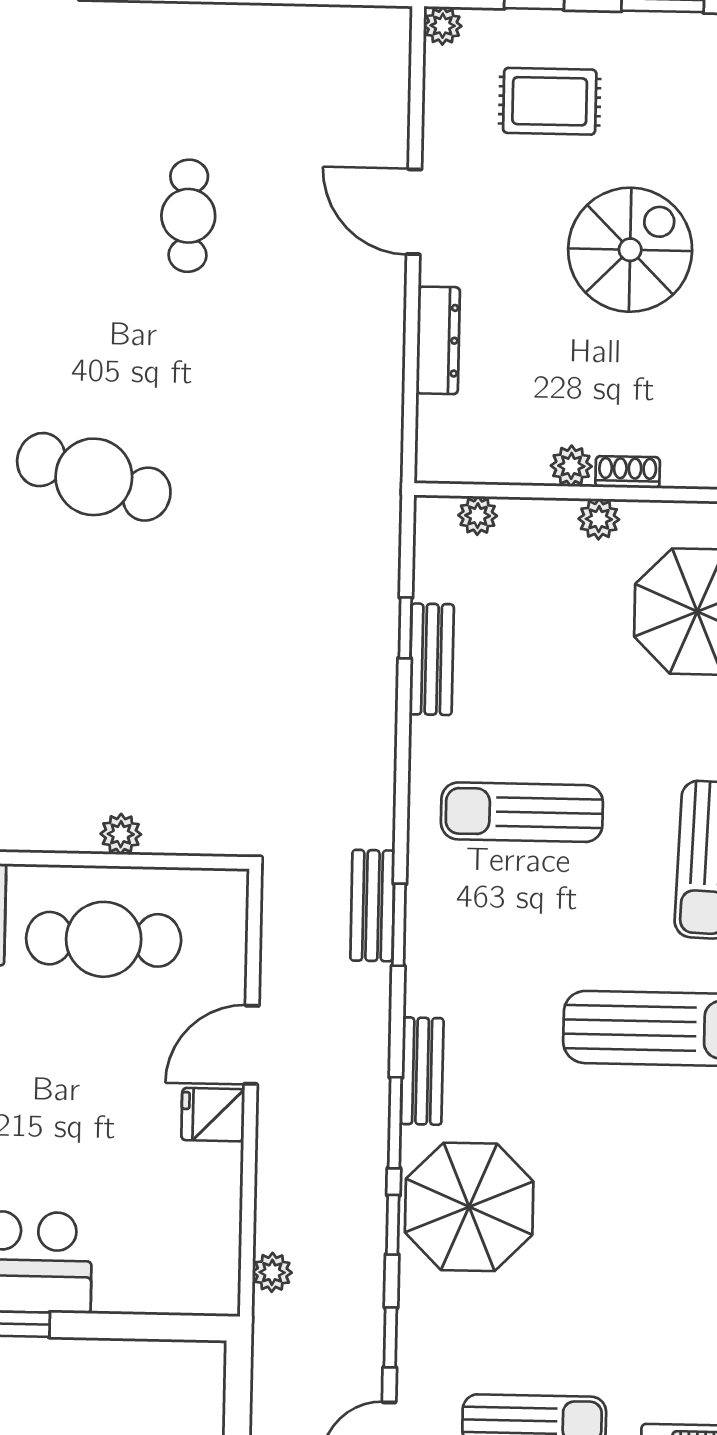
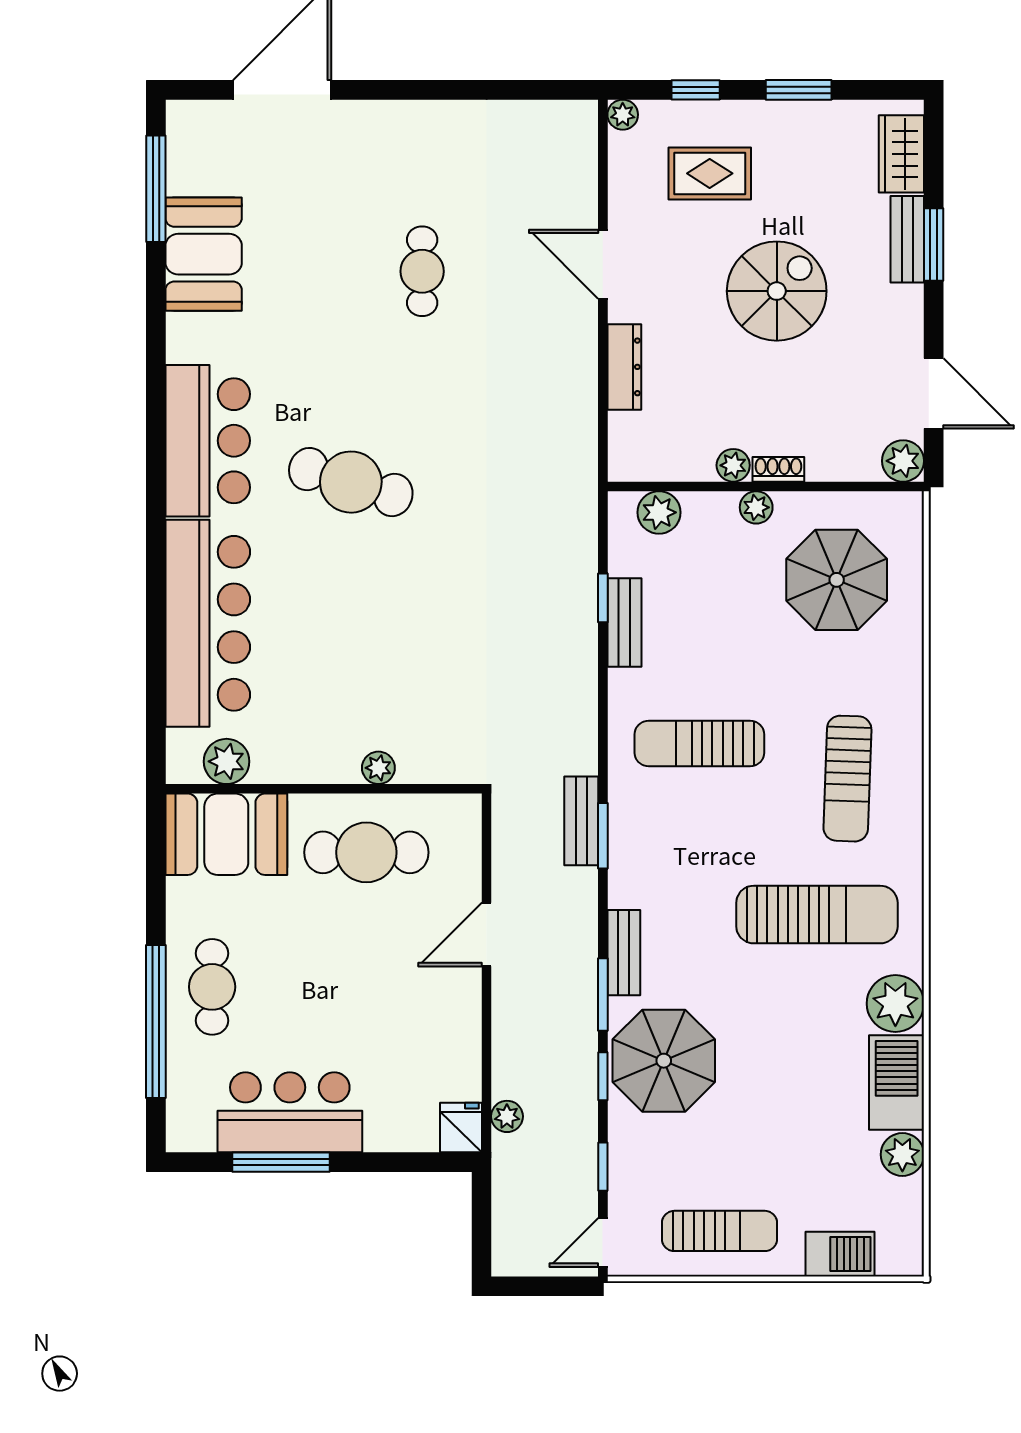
plant: (478, 516) -> (659, 512), width x1.38, depth x1.38
fridge: (213, 1115) -> (461, 1127), moved, turned 90

